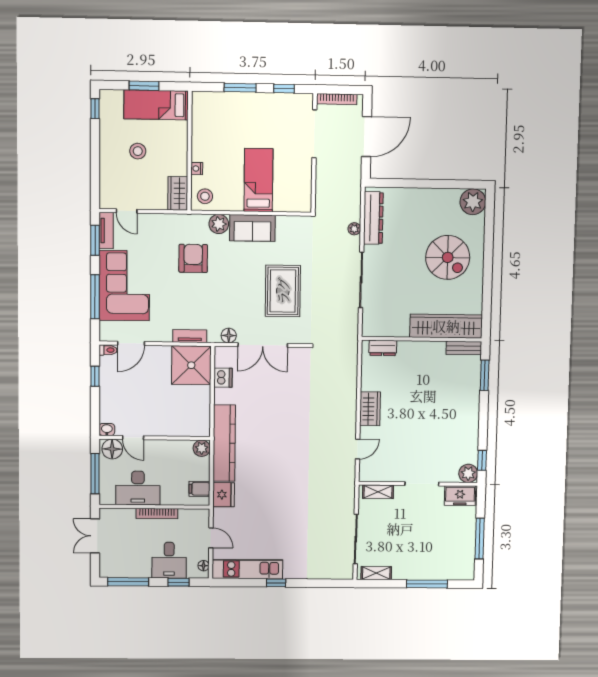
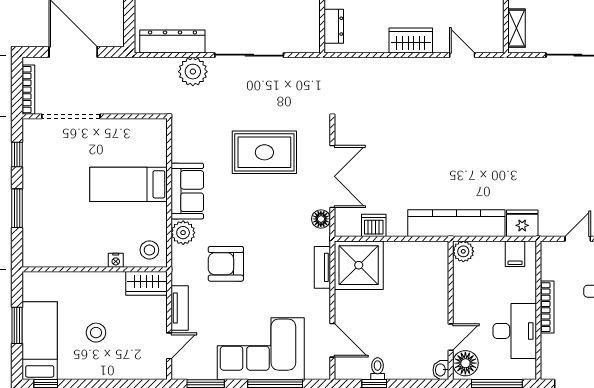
bed: (156, 105) -> (40, 341), moved, turned 180
plant: (354, 229) -> (193, 72), width x1.88, depth x1.88
tv unit: (106, 231) -> (180, 308), moved, turned 90
toilet: (108, 350) -> (378, 369), moved

